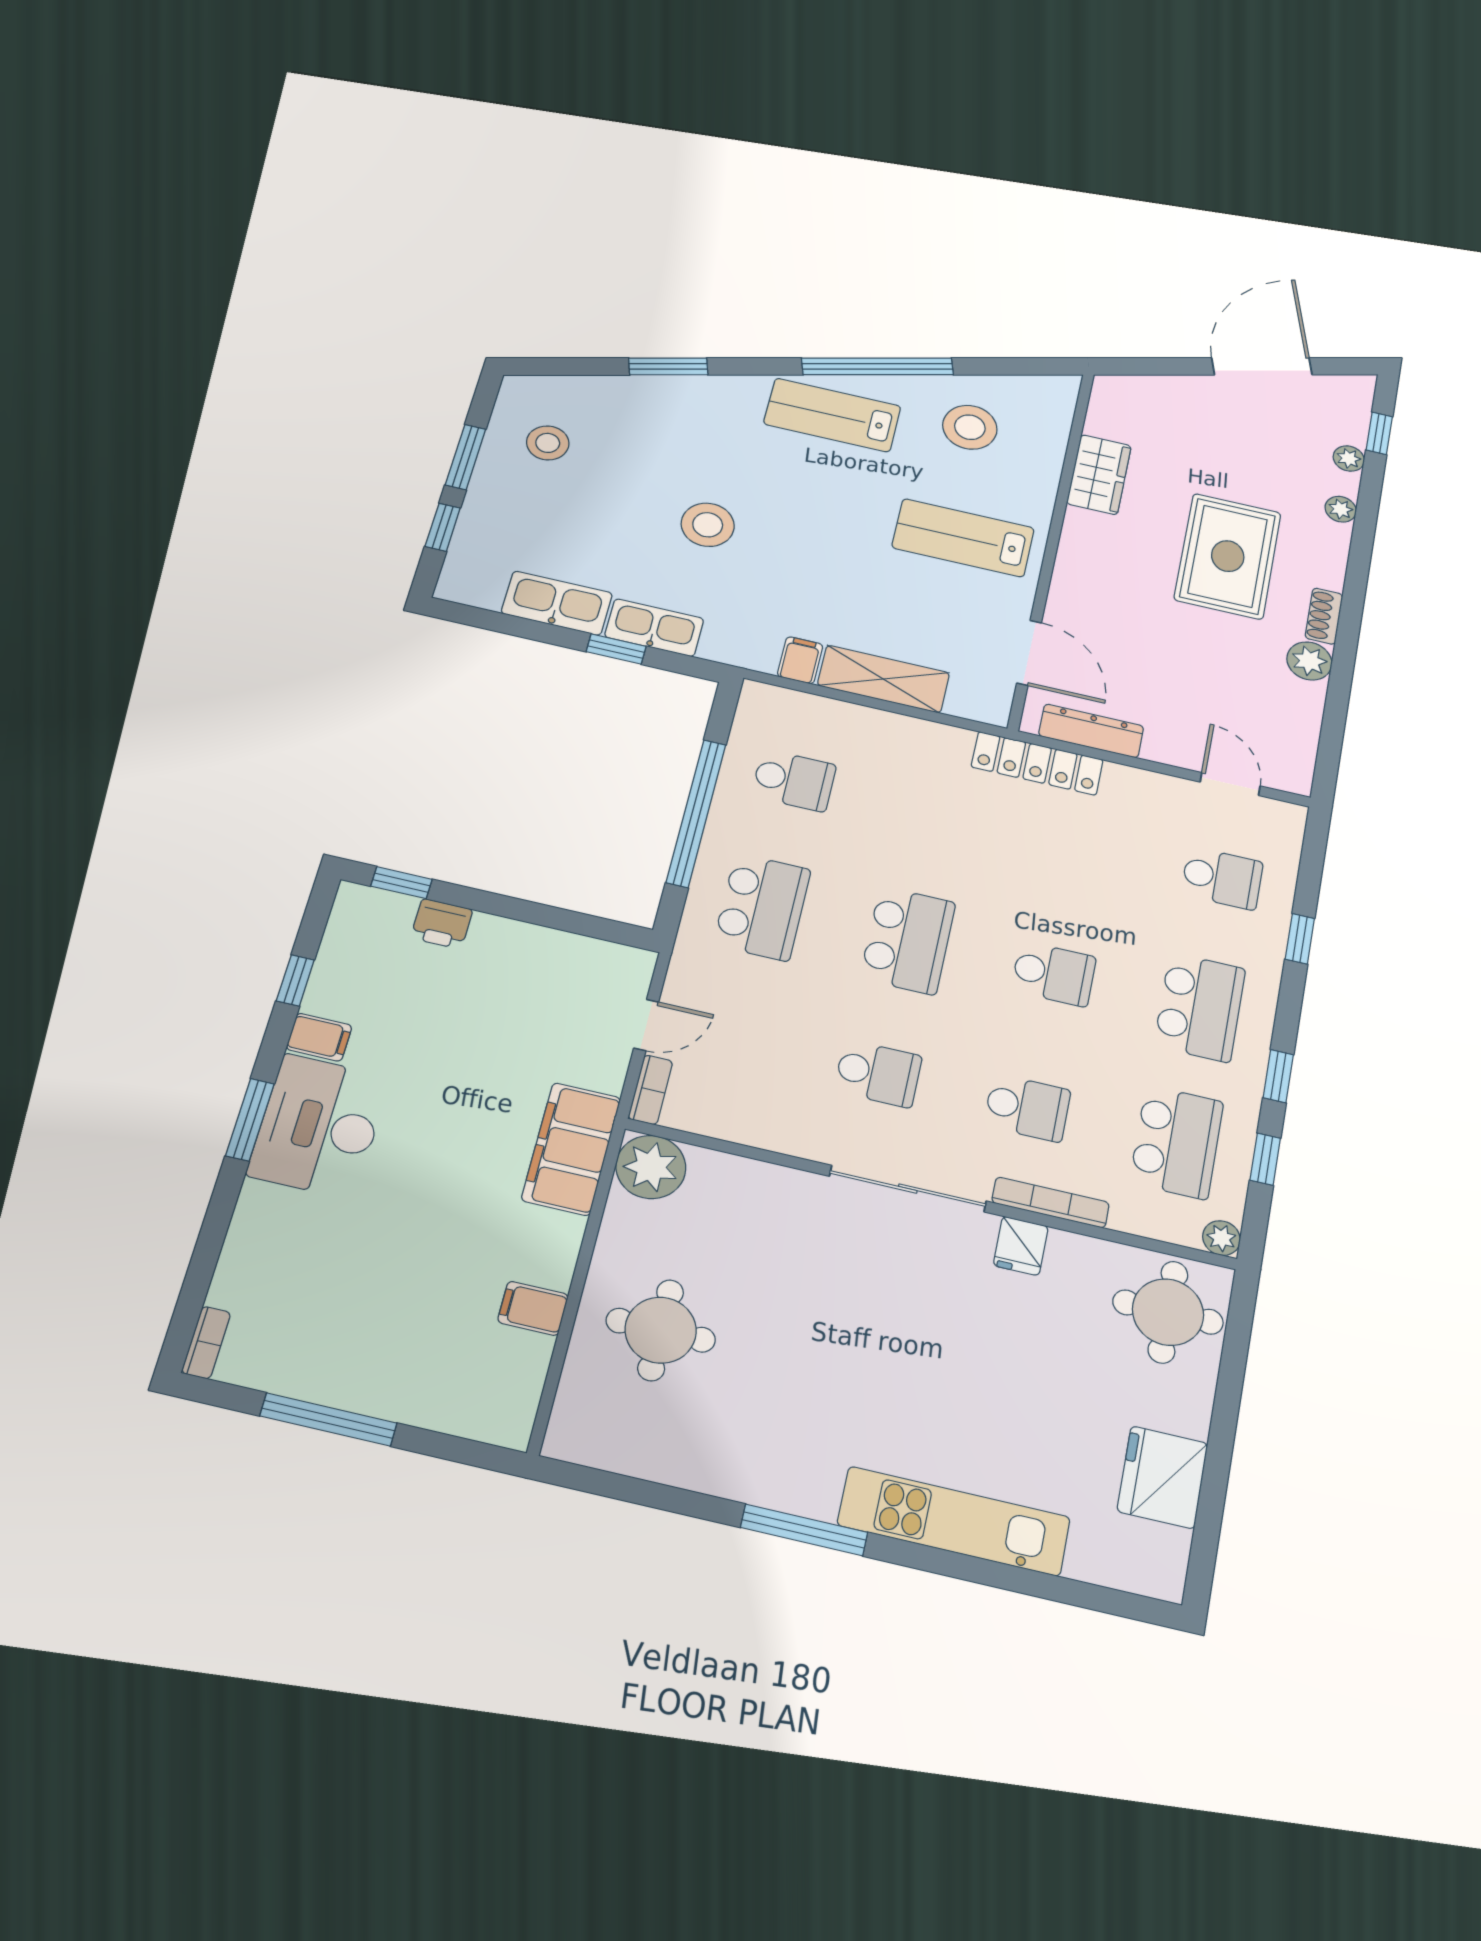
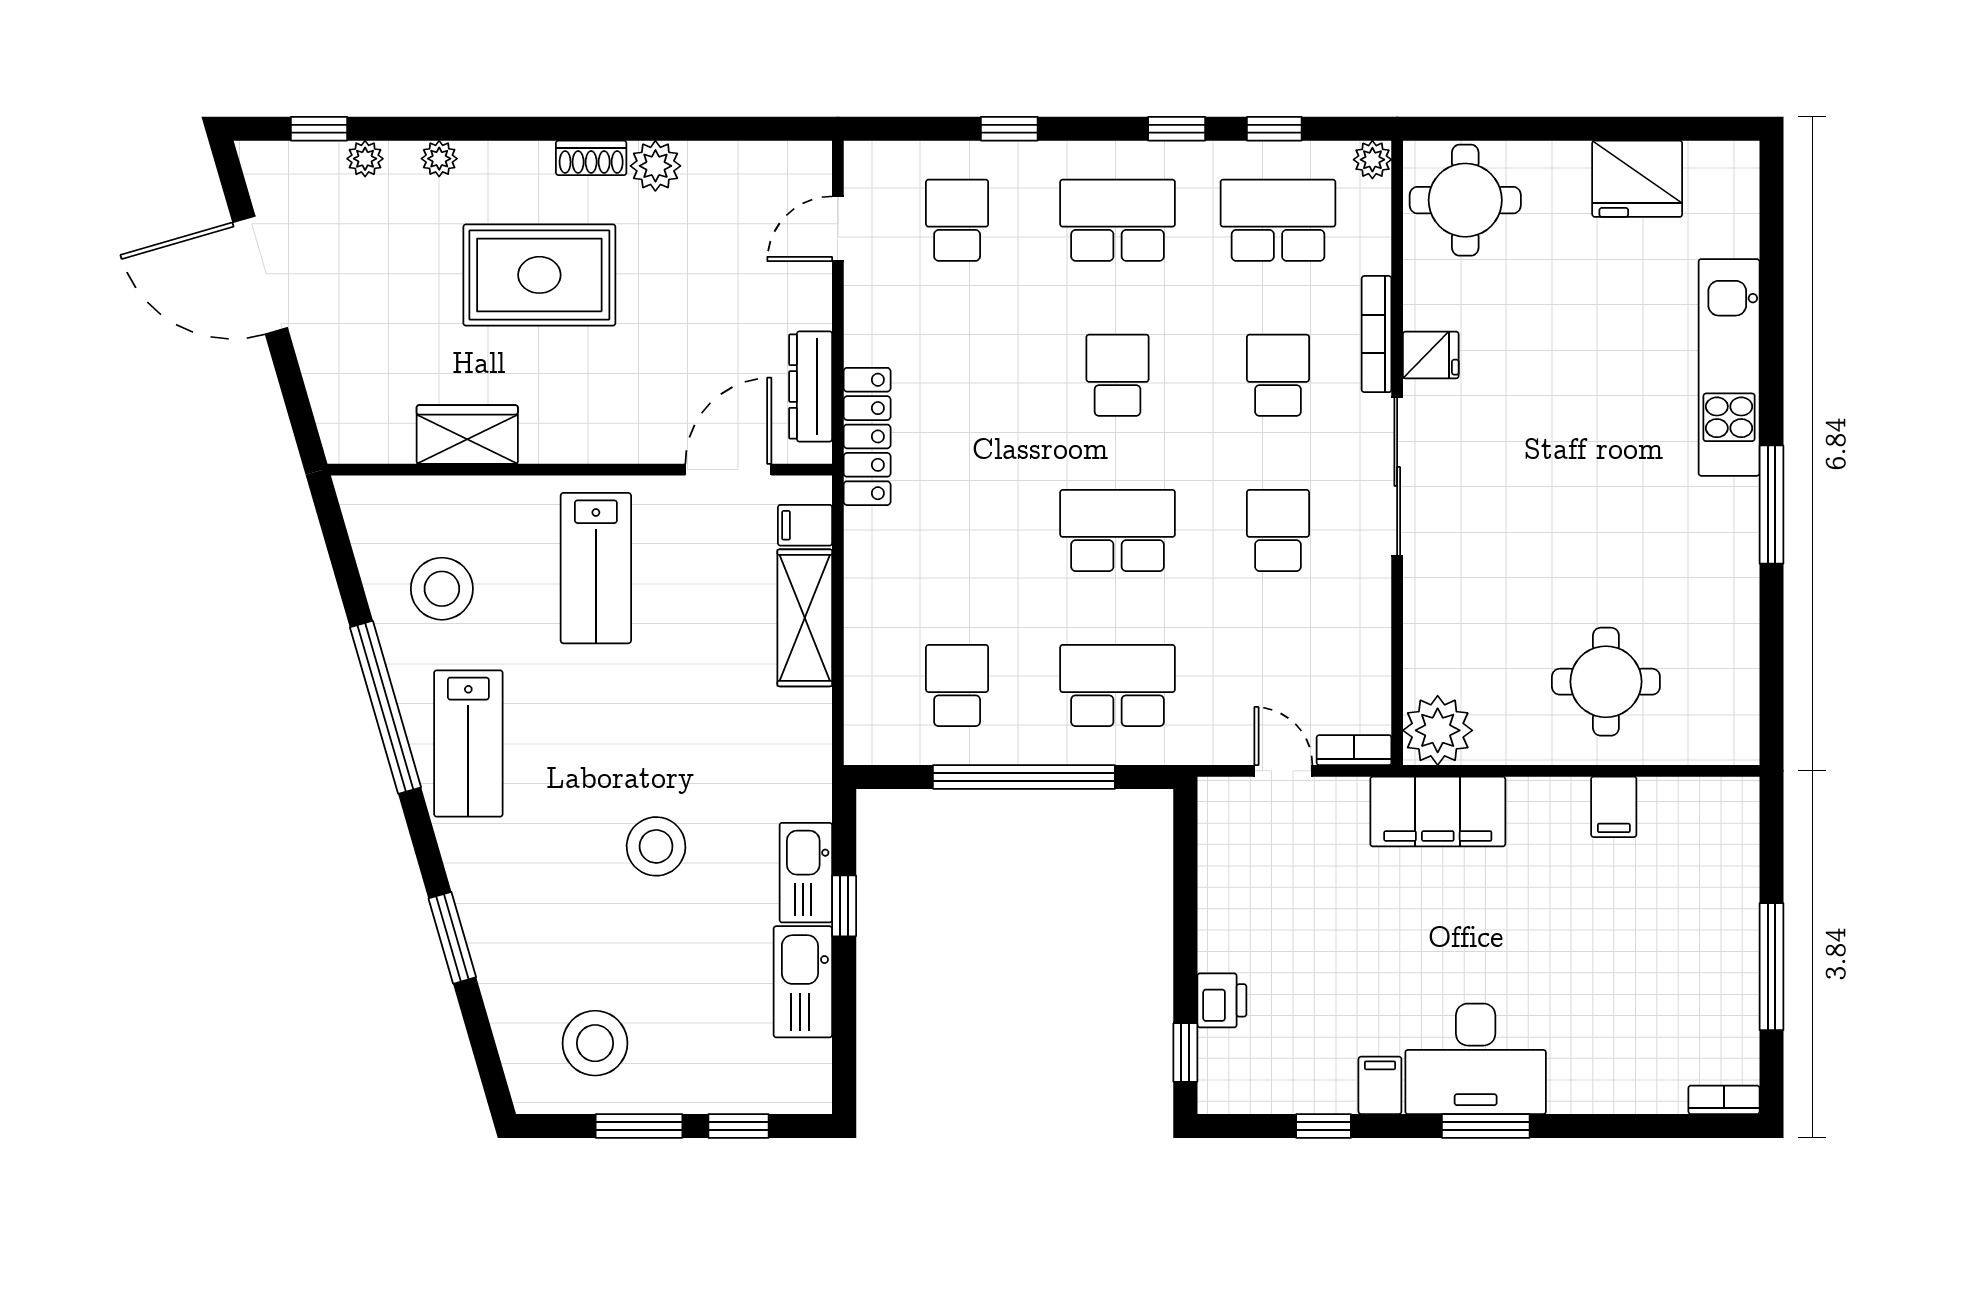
stool: (548, 443) -> (595, 1043), width x1.38, depth x1.38
filing cabinet: (800, 660) -> (805, 525), moved

